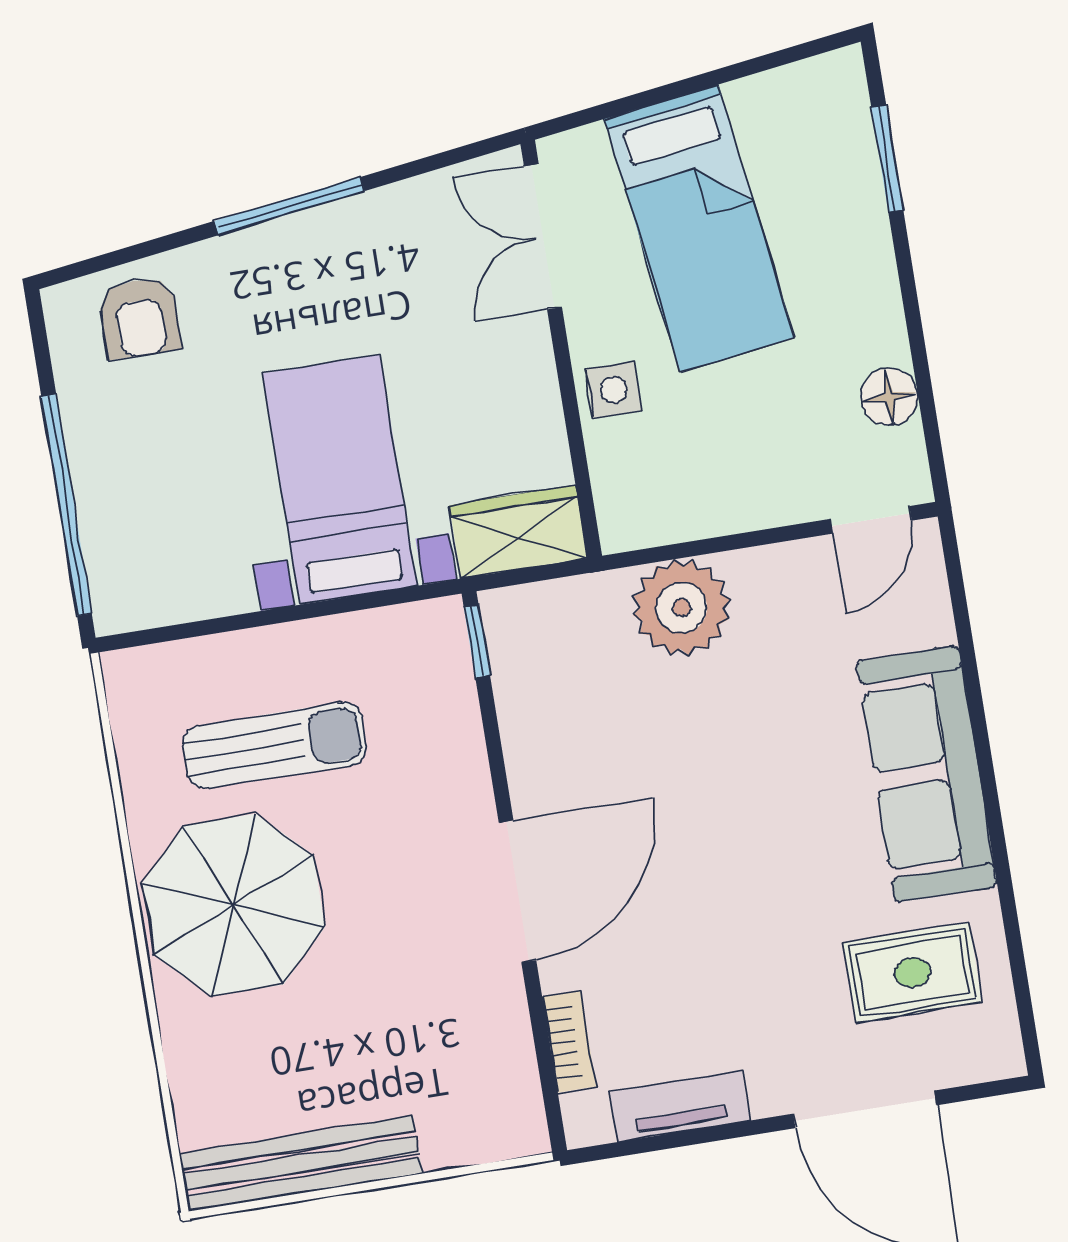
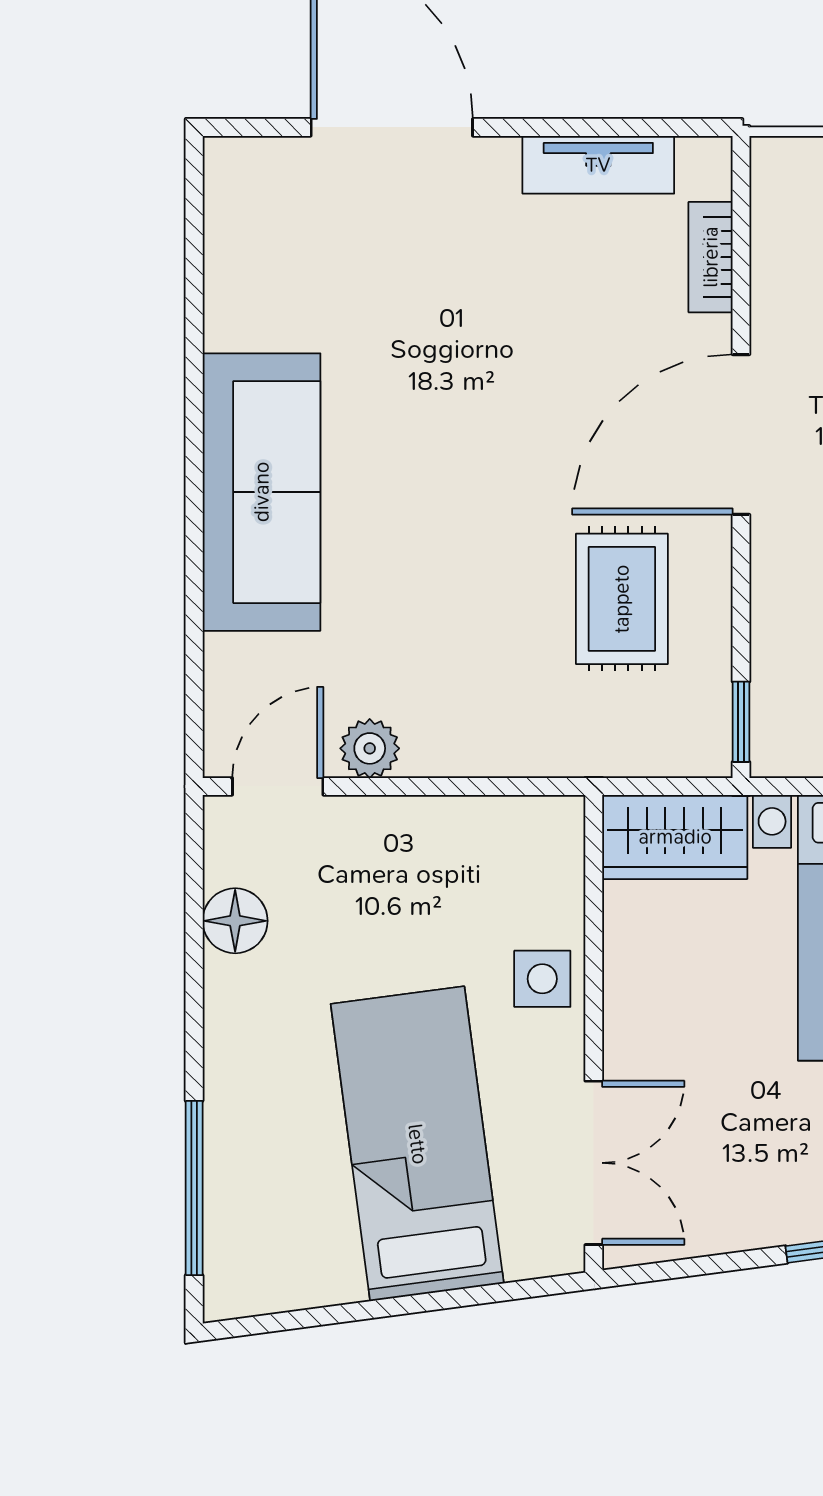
window: (887, 158) -> (194, 1188), width x1.44
plant: (681, 608) -> (370, 748), moved, width x0.53, depth x0.53
rug: (912, 973) -> (622, 599), moved, turned 90

